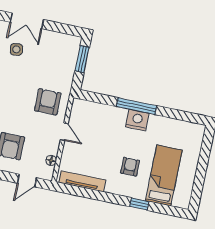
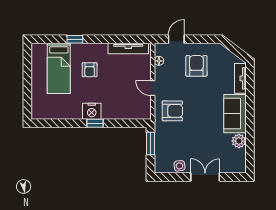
side table: (16, 49) -> (179, 166), moved
window: (82, 59) -> (150, 143), moved
armchair: (48, 102) -> (172, 111), turned -90
window: (137, 106) -> (95, 123), width x0.46

